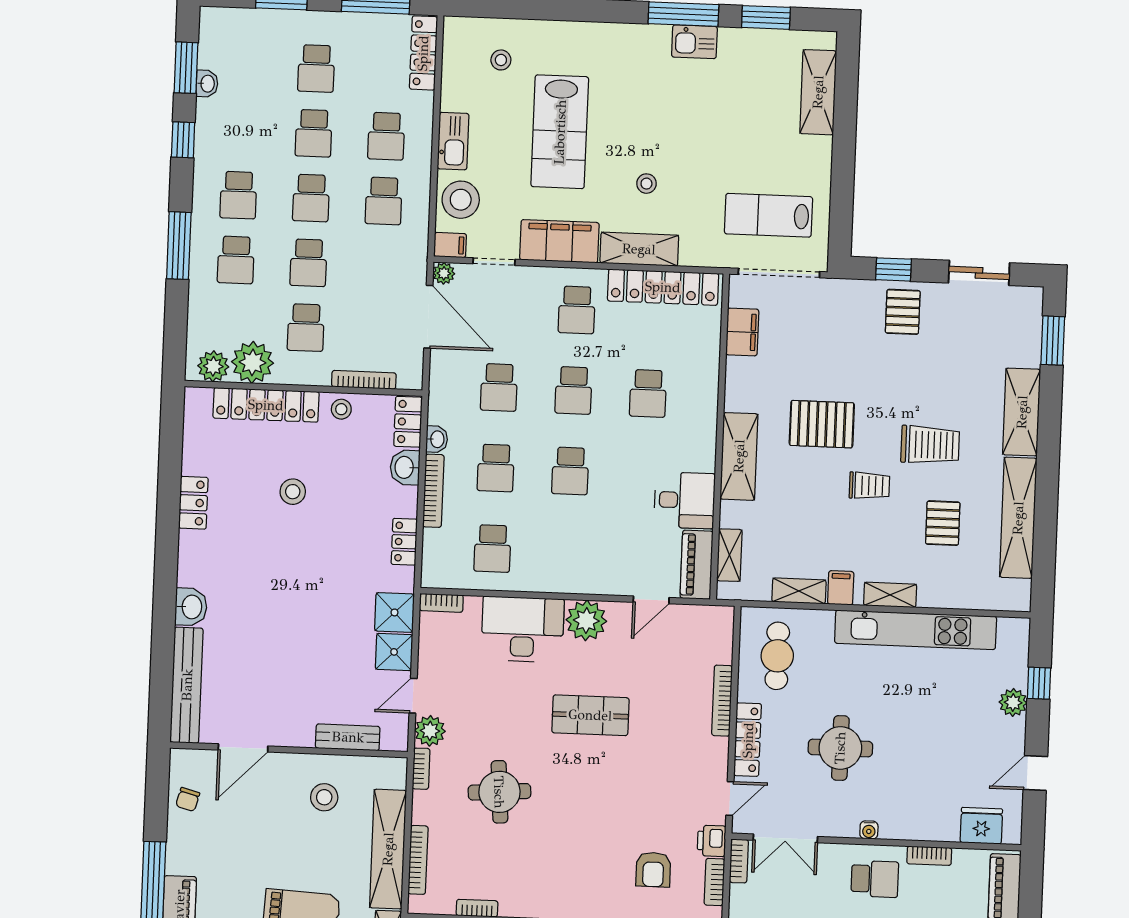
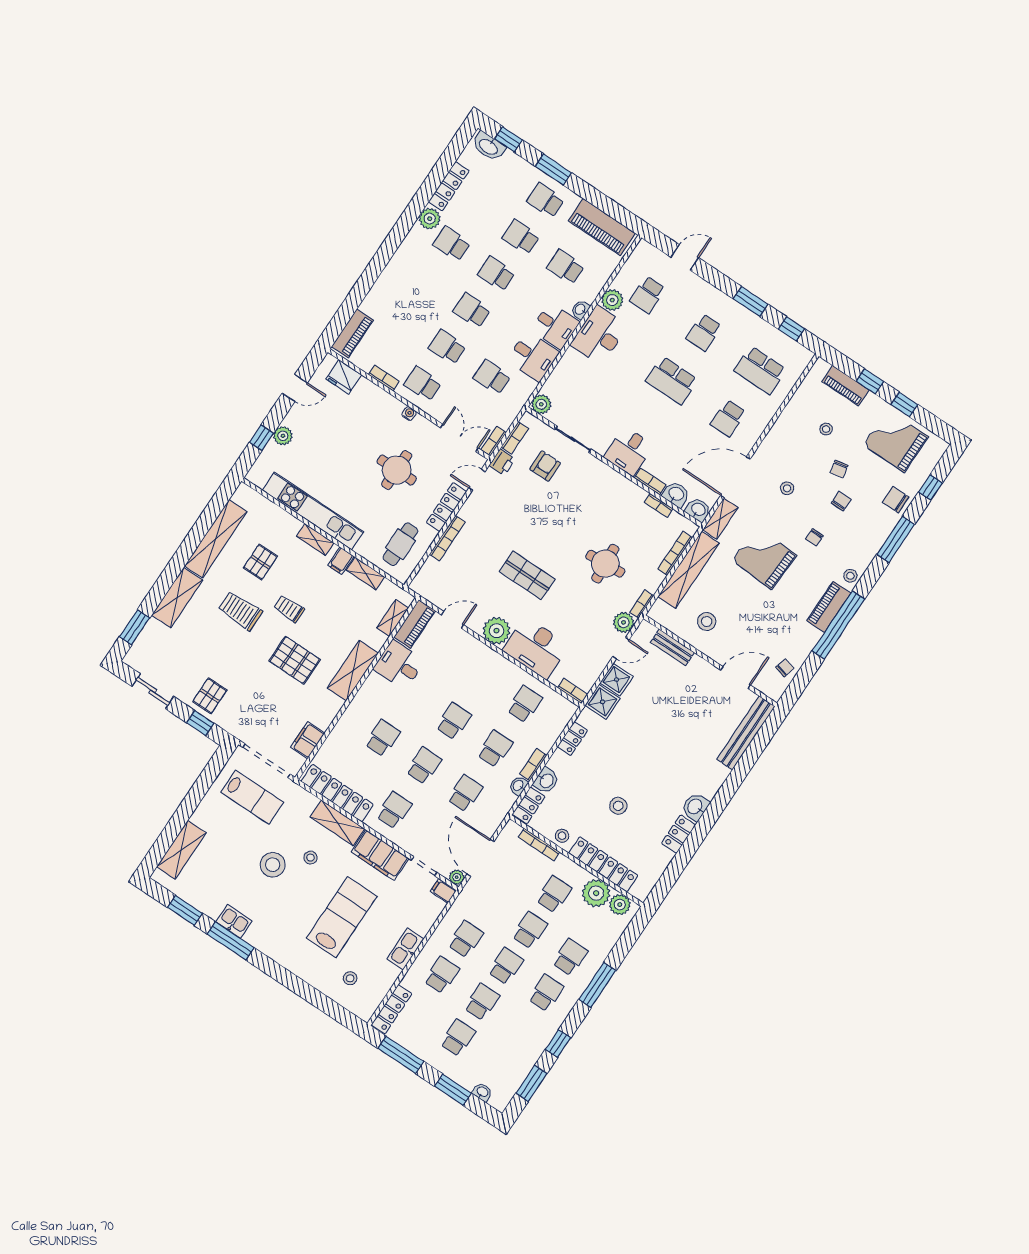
washbasin: (207, 84) -> (482, 1092), moved, turned 90
stool: (461, 200) -> (273, 865), moved
bookcase: (433, 491) -> (533, 765), width x0.64
washbasin: (191, 607) -> (695, 807), moved

